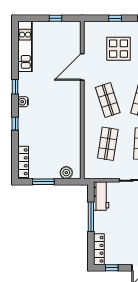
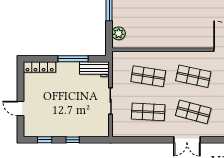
shop shelf: (108, 100) -> (193, 76), turned 30
window: (112, 268) -> (21, 80), removed

